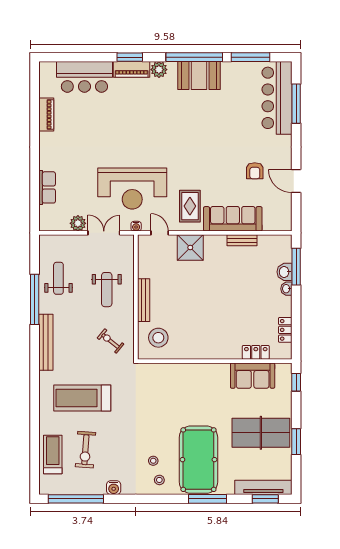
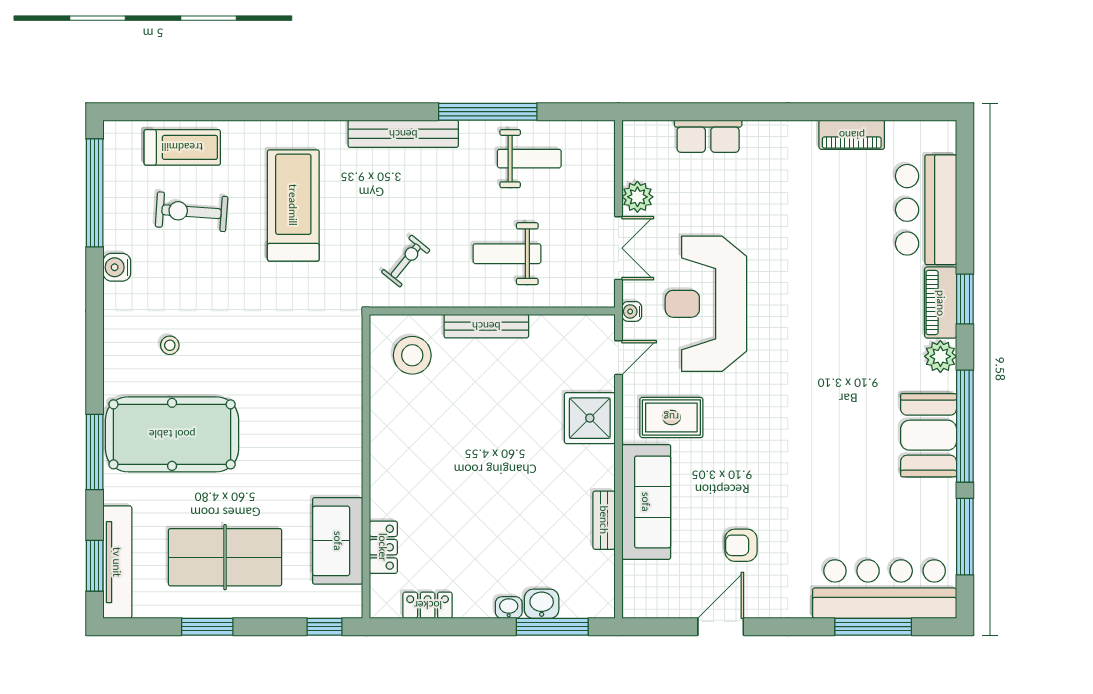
table tennis table: (261, 433) -> (225, 557), turned 90
stool: (159, 480) -> (132, 357), removed

